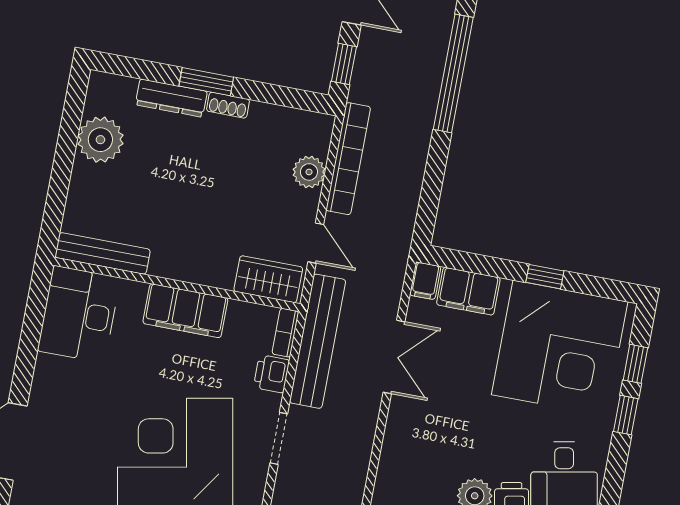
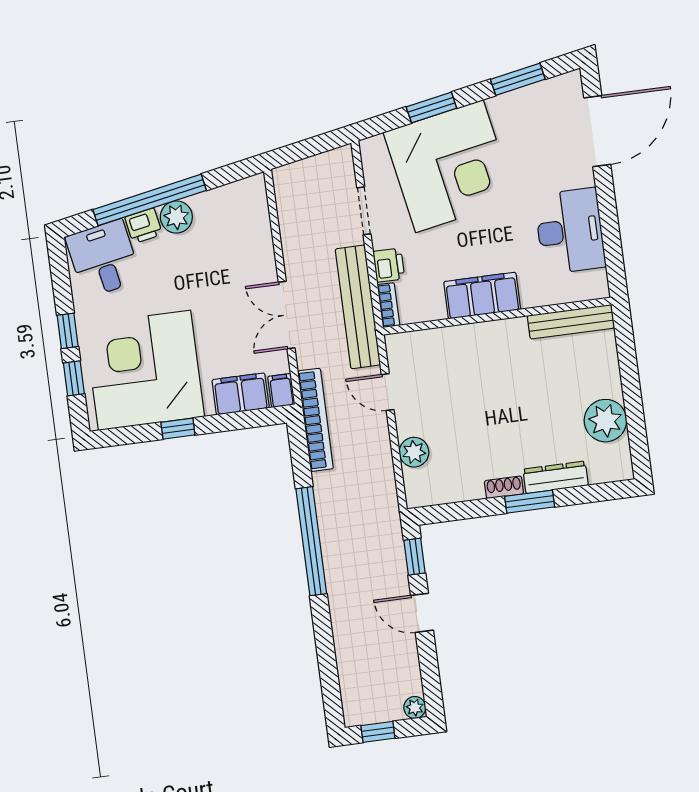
window: (453, 73) -> (311, 541), moved
bookcase: (348, 159) -> (315, 420), moved, turned 180
wardrobe: (268, 279) -> (419, 347), removed
desk: (79, 314) -> (570, 231), moved

